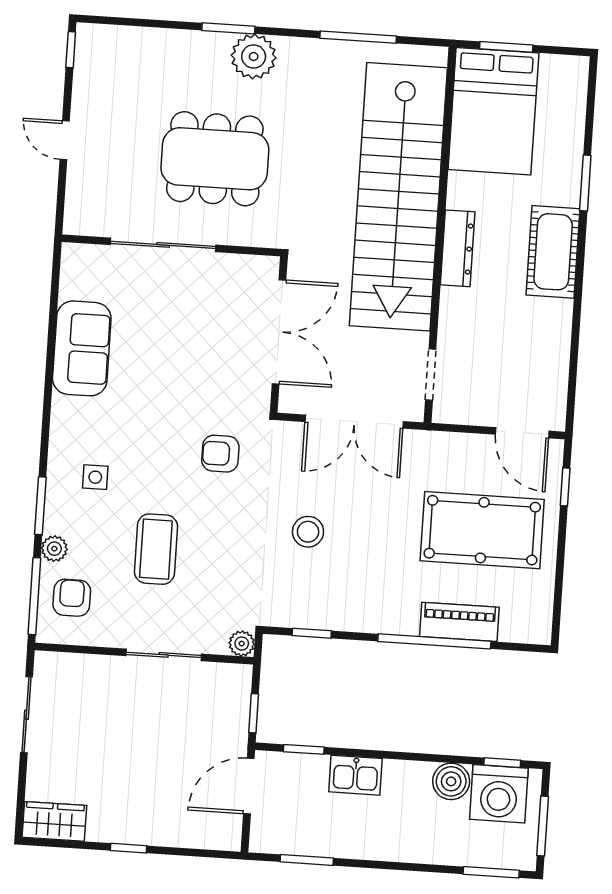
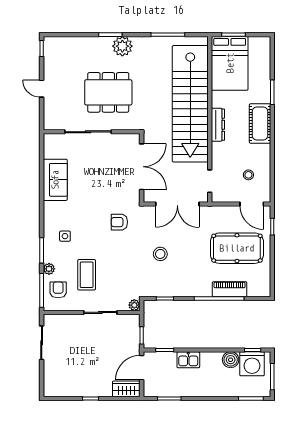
stool: (519, 366) -> (248, 175), added
coffee table: (156, 549) -> (87, 275), moved
wardrobe: (54, 821) -> (126, 389), moved

